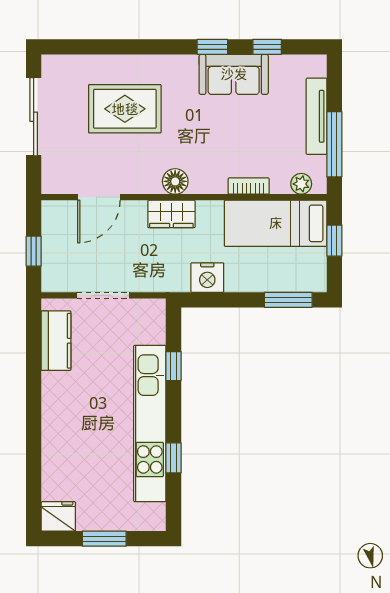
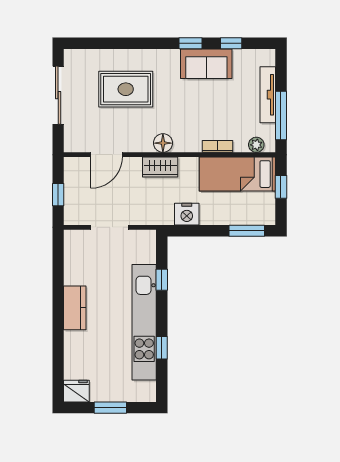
kitchen counter: (56, 341) -> (75, 308), moved

